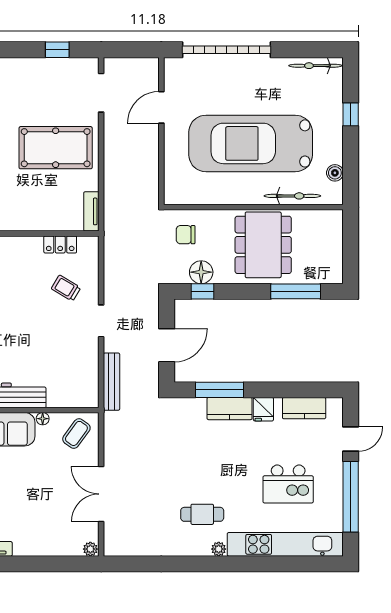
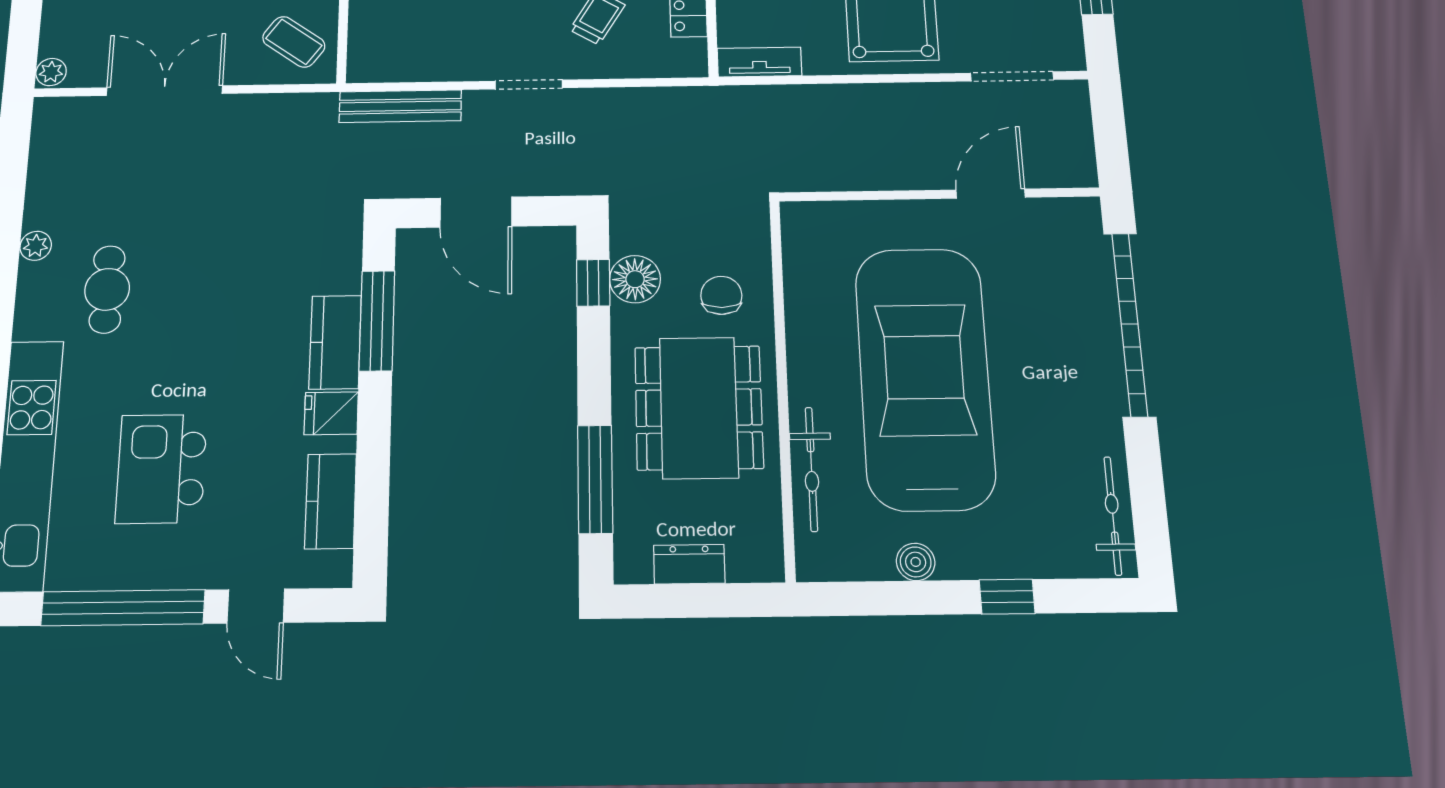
door: (161, 107) -> (991, 194), hinge flipped
boiler: (335, 173) -> (916, 562), moved
chair: (186, 235) -> (721, 295), moved
dining table: (263, 245) -> (699, 408), turned 90
dresser: (335, 251) -> (689, 564), added
plant: (219, 549) -> (36, 246), moved

